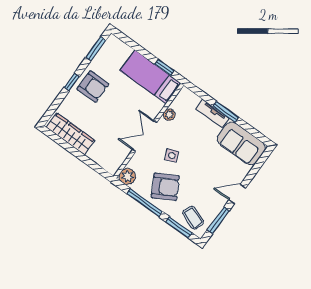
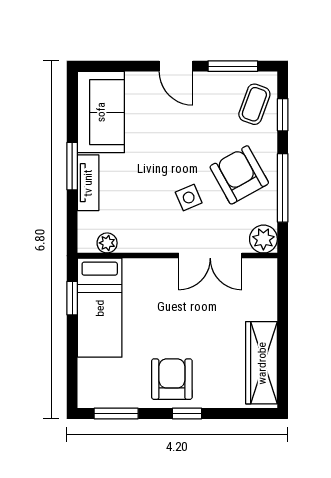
plant: (169, 115) -> (107, 243), moved
double door: (145, 136) -> (210, 256), moved
window: (179, 227) -> (283, 115), width x0.67

